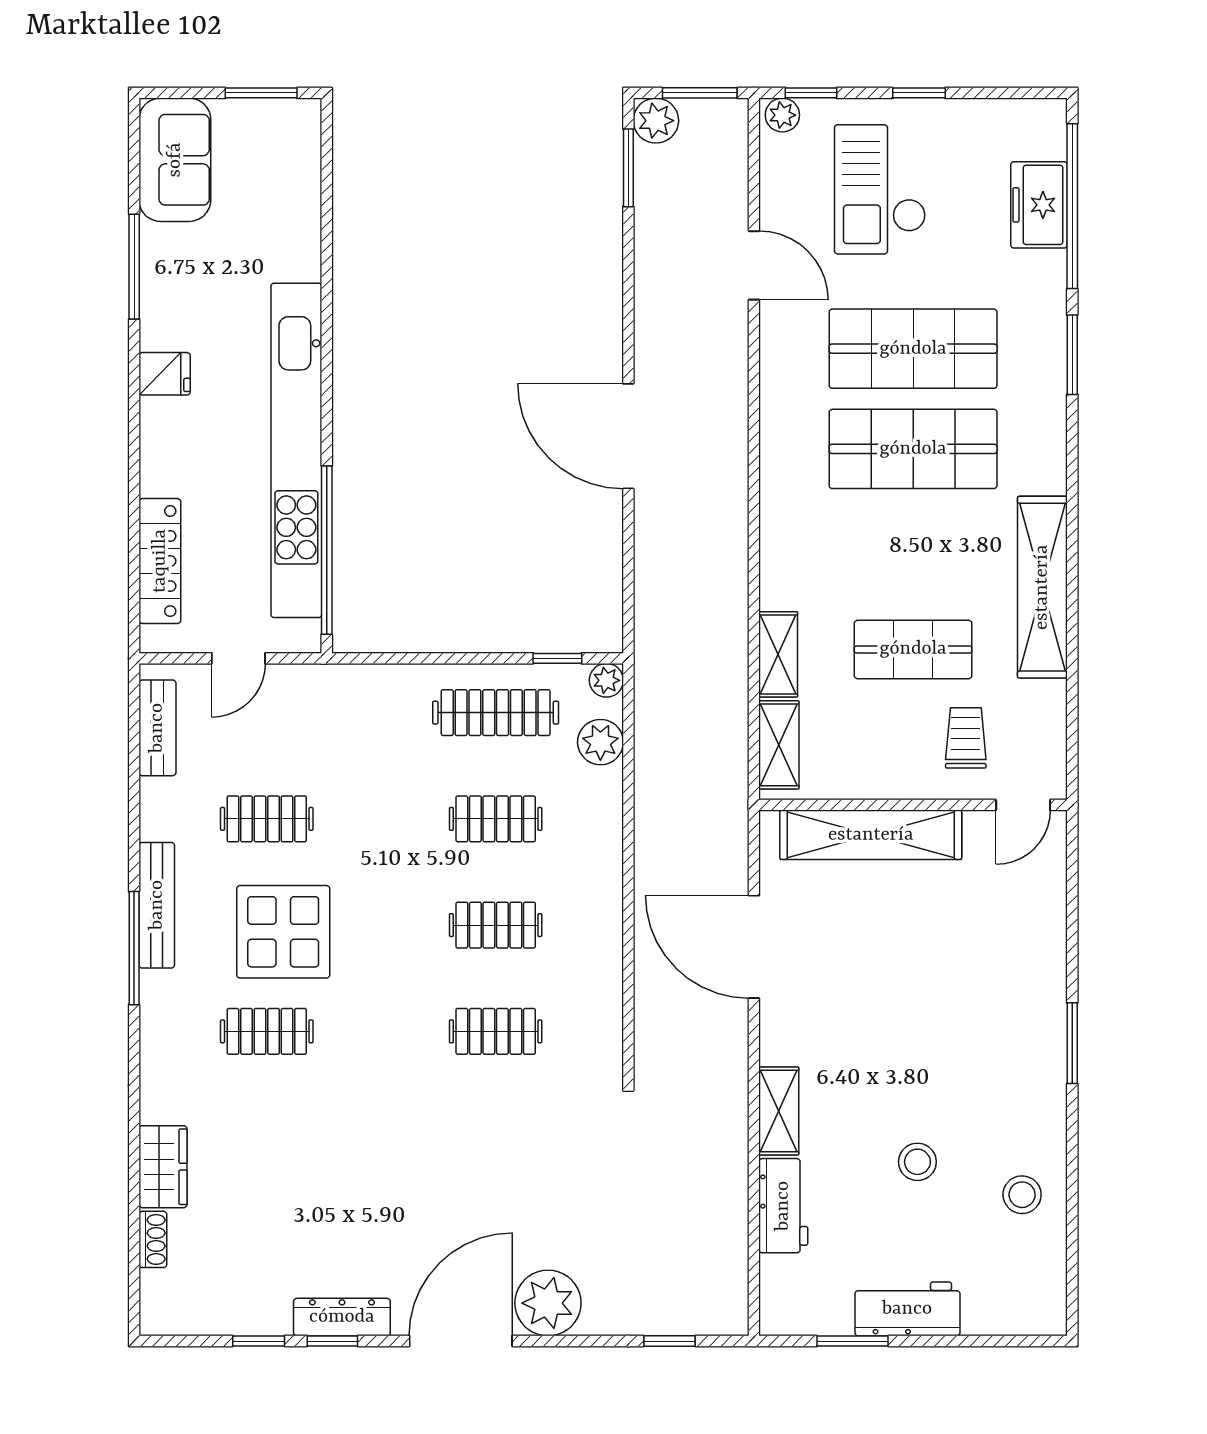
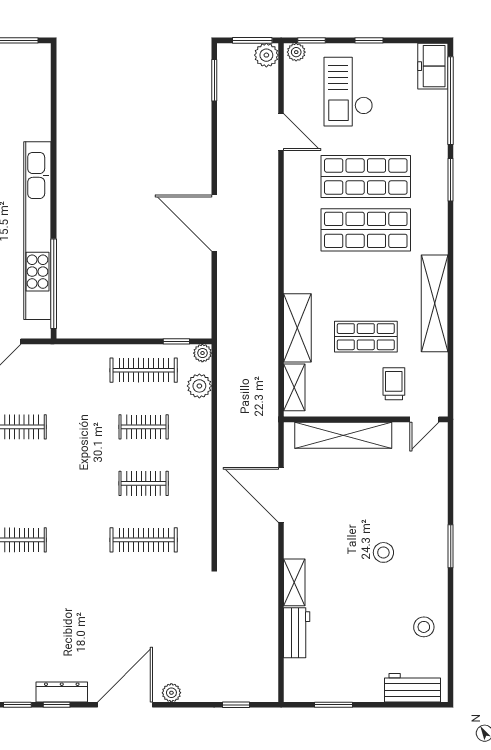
plant: (656, 121) -> (266, 55), moved
freezer: (1039, 205) -> (433, 66), moved
shelving: (778, 654) -> (297, 328), width x1.50, depth x1.33
display table: (283, 932) -> (30, 487), removed
clothes rail: (496, 1031) -> (144, 540), width x1.36
stool: (917, 1162) -> (383, 552), moved
plant: (548, 1303) -> (171, 693), width x0.53, depth x0.53
workbench: (907, 1309) -> (412, 688), moved

